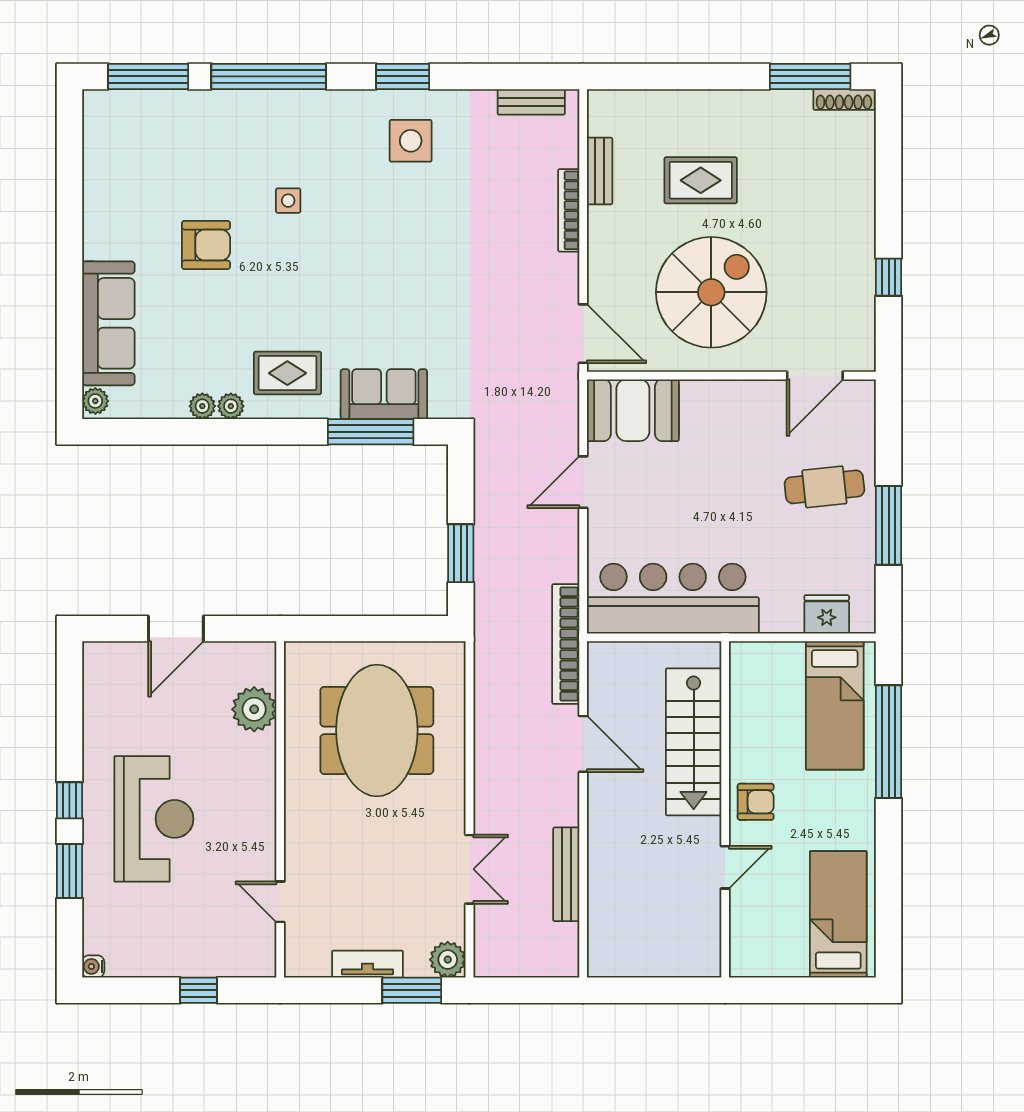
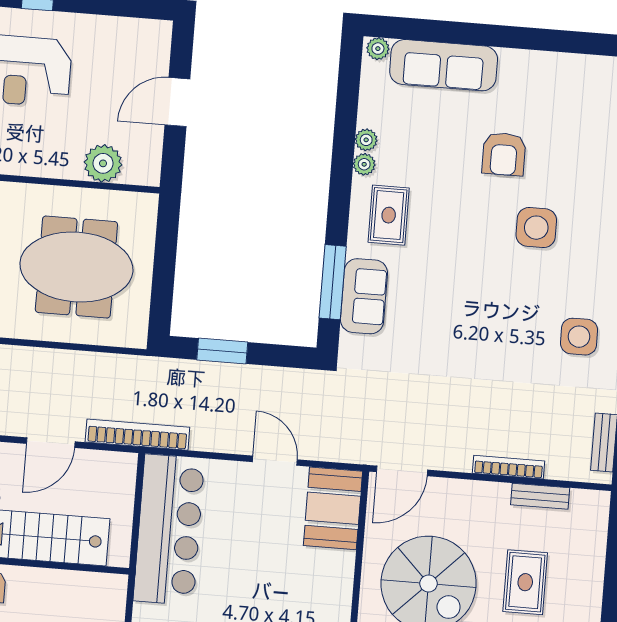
side table: (288, 201) -> (536, 228), width x1.87, depth x1.87
door: (176, 629) -> (177, 102), hinge flipped

